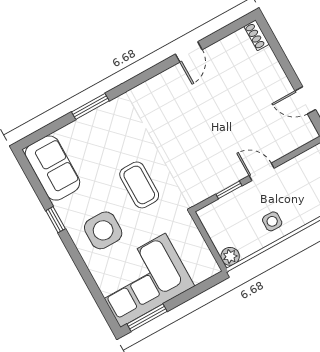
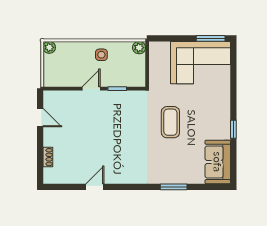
shoe rack: (256, 35) -> (48, 157), moved
door: (262, 172) -> (91, 89), swing flipped
side table: (103, 230) -> (208, 107), removed

